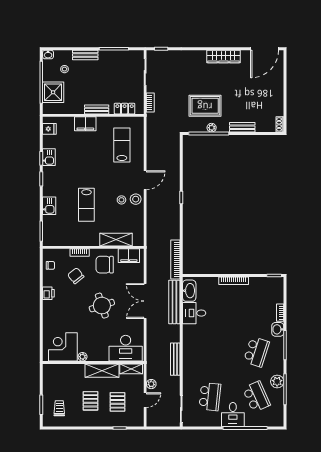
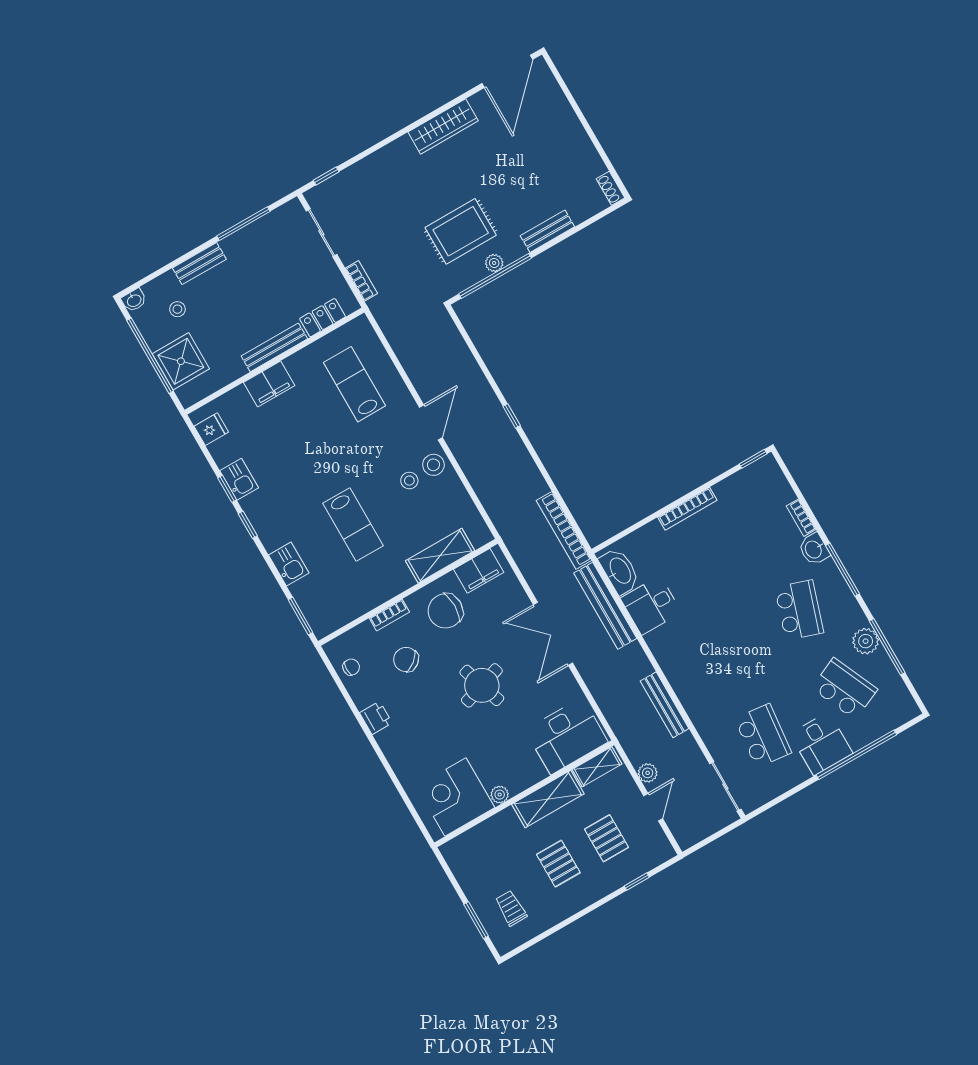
bench: (97, 109) -> (274, 347), width x1.36

